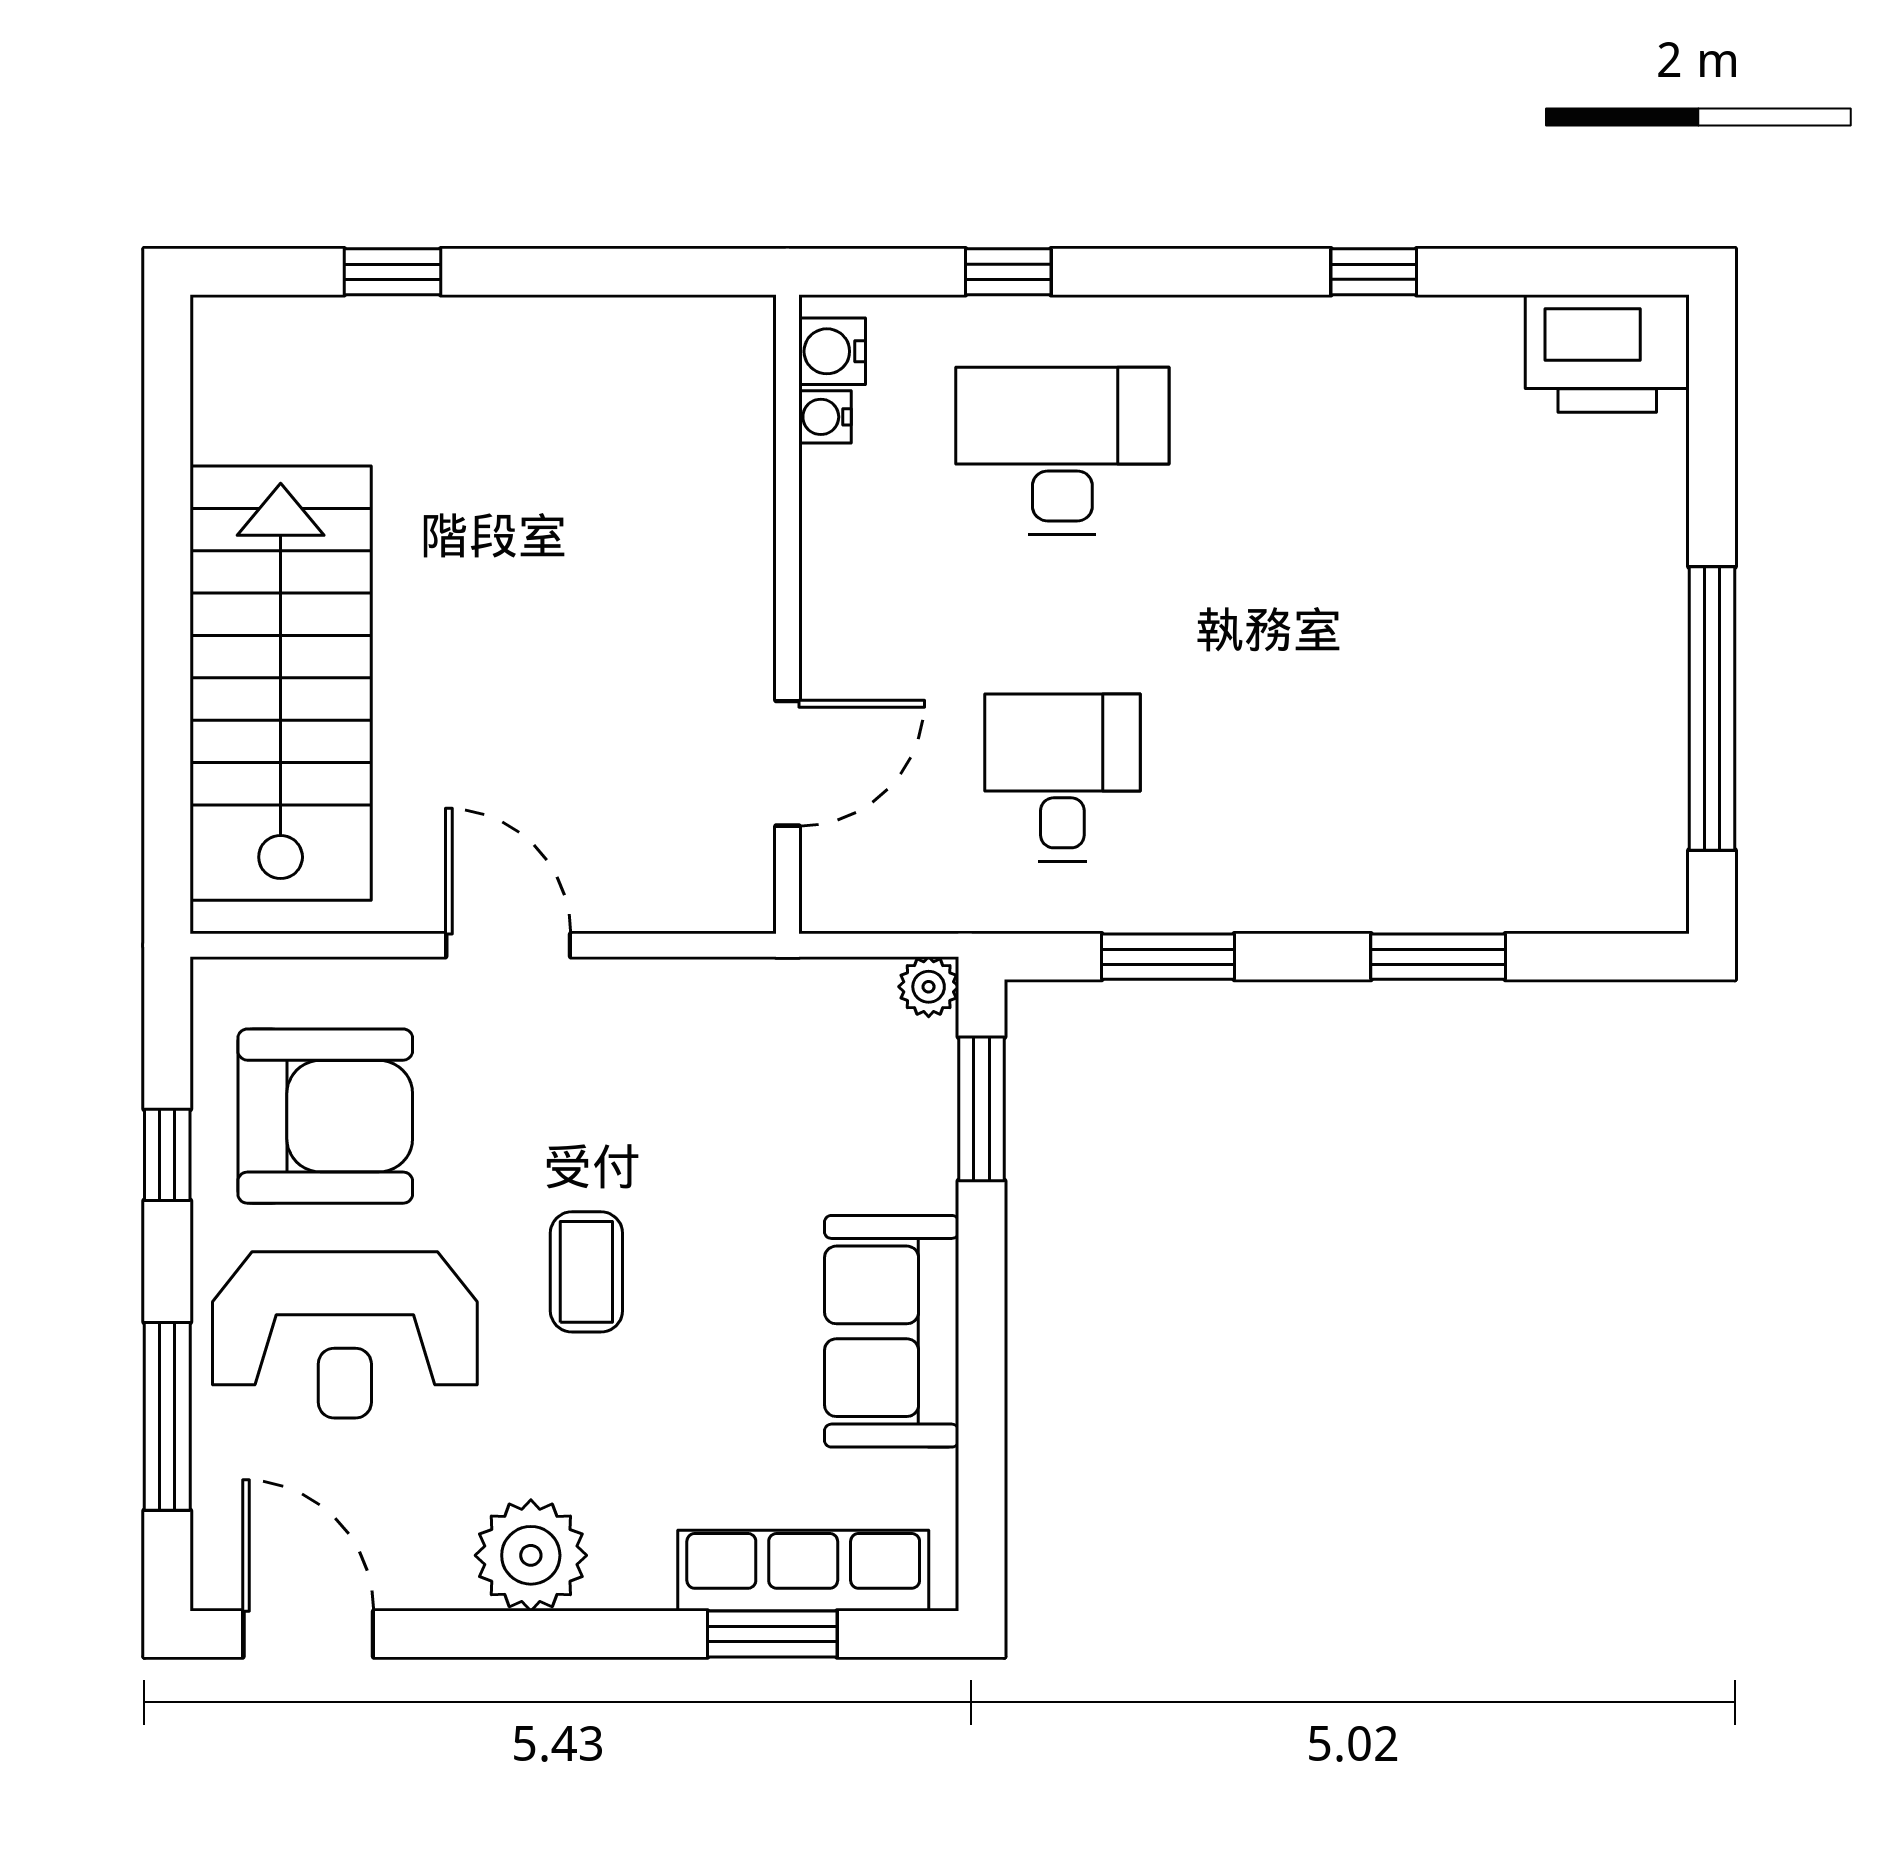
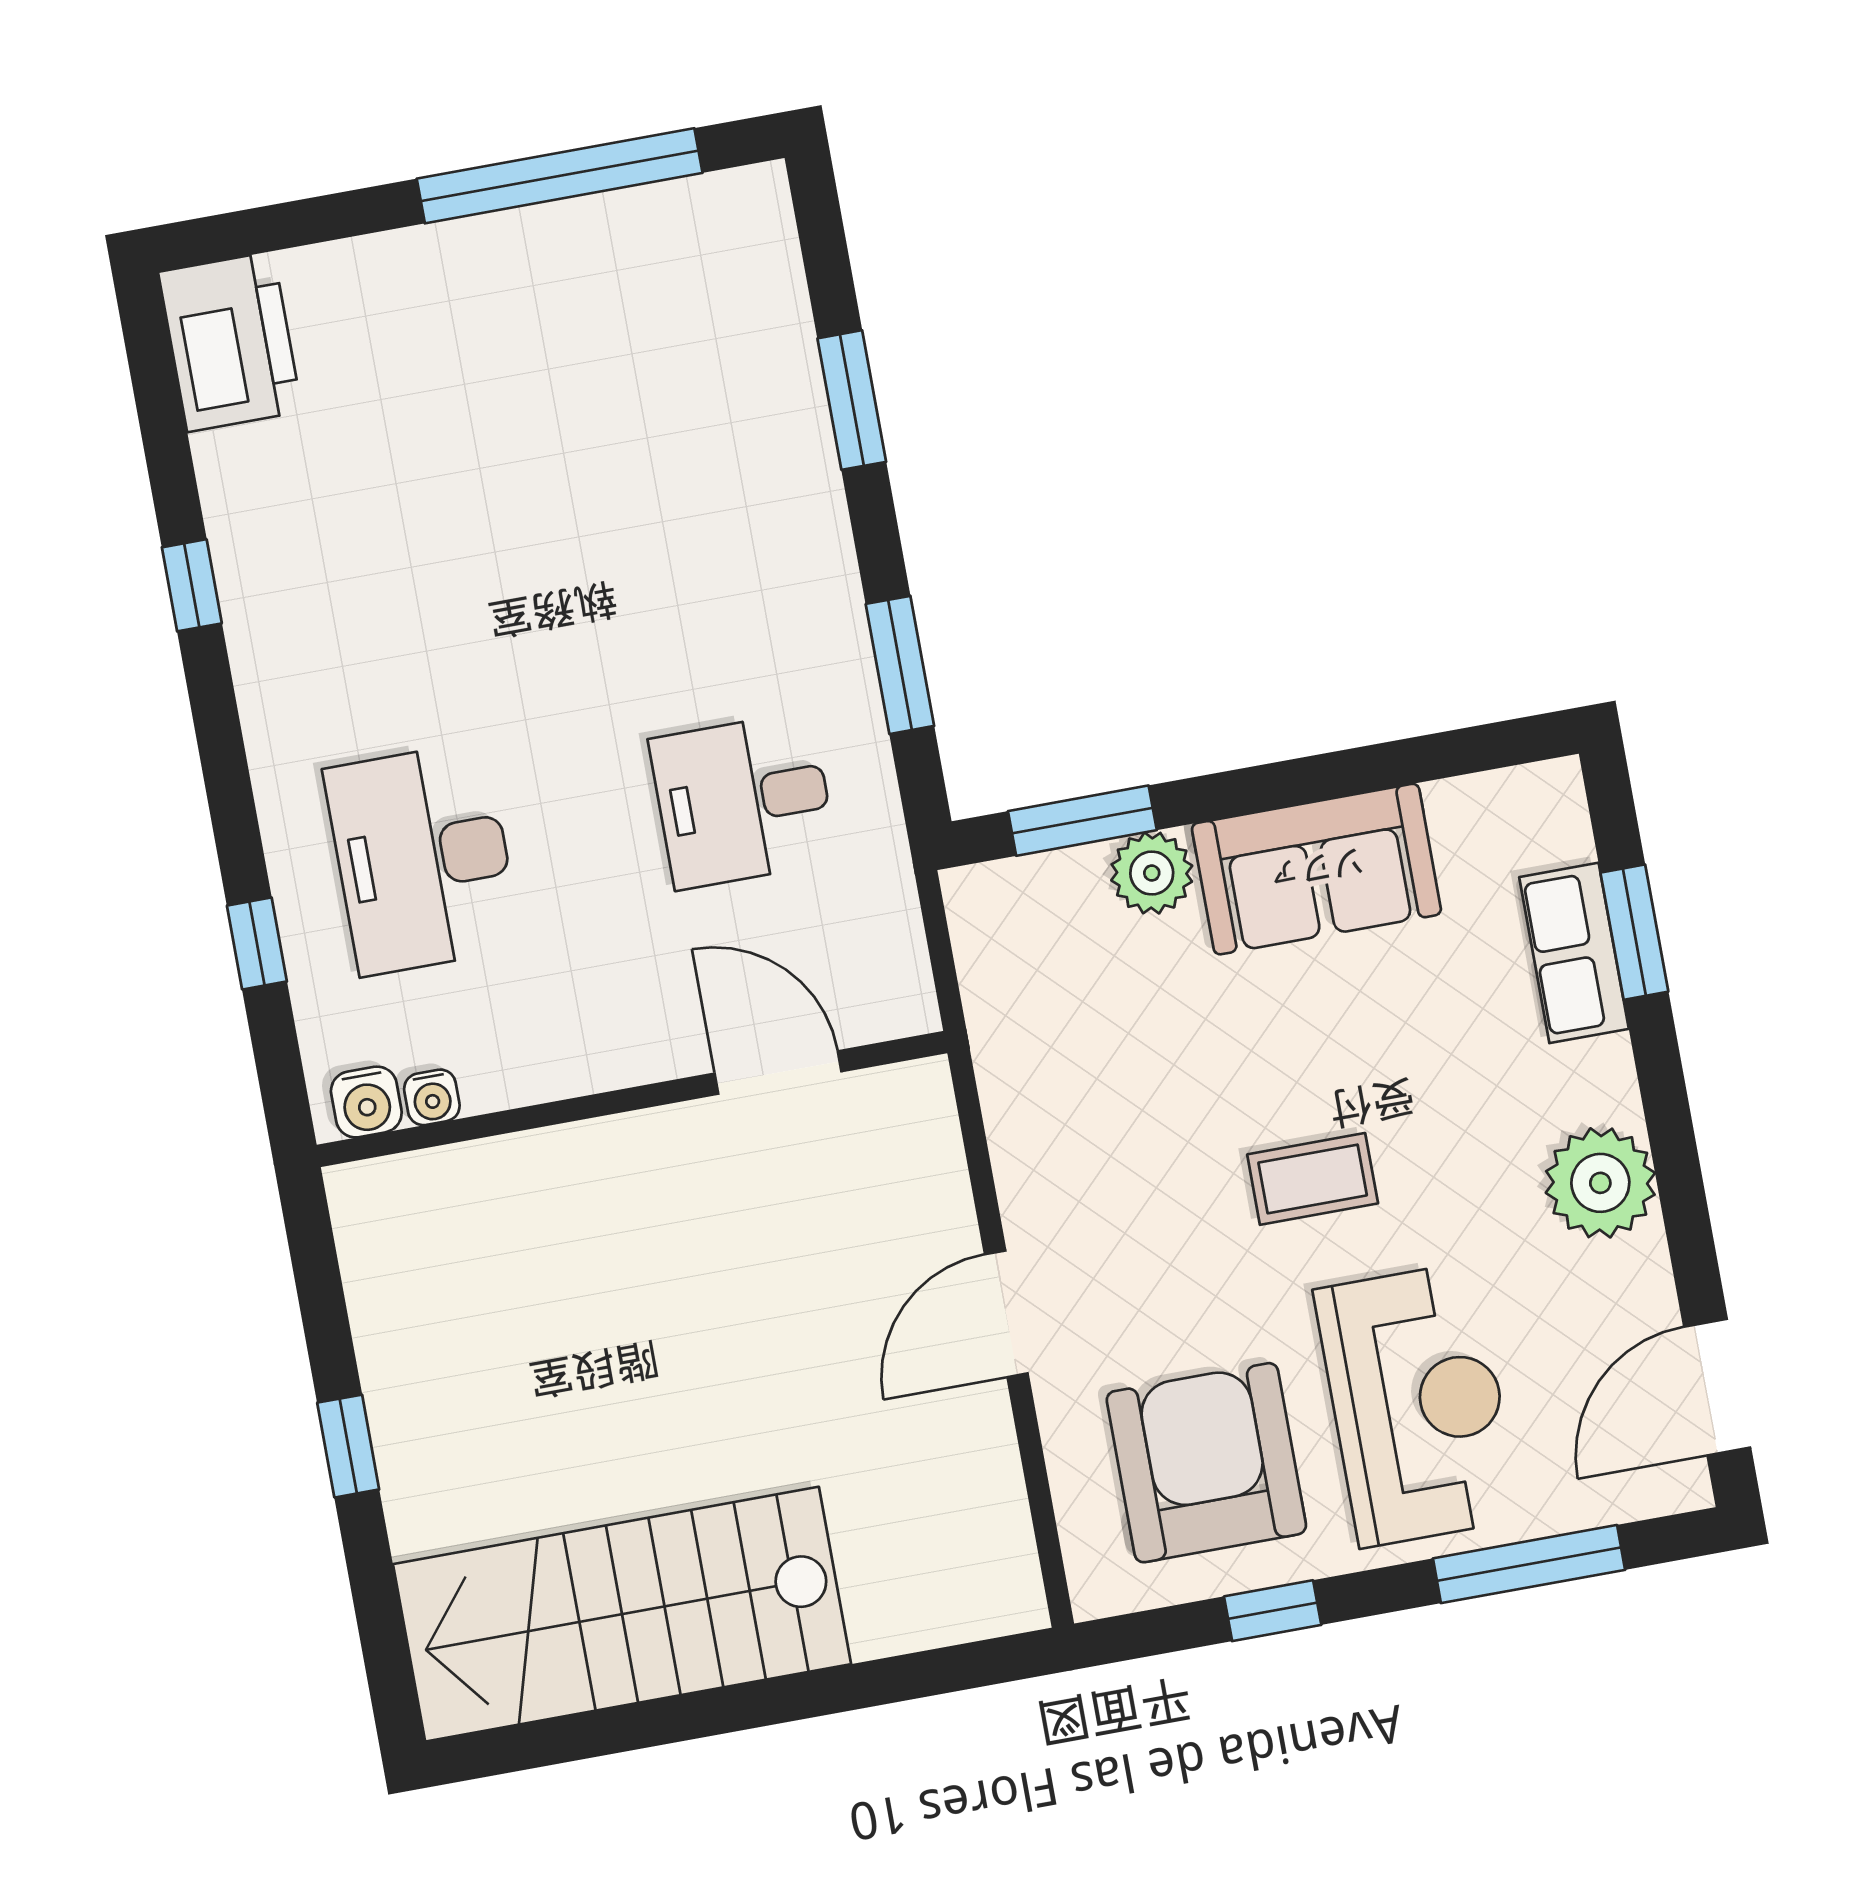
window: (393, 272) -> (348, 1446), moved
stairs: (281, 683) -> (622, 1614), moved
plant: (929, 987) -> (1152, 873), moved, width x1.38, depth x1.38
row of seats: (803, 1571) -> (1574, 953), width x0.68

